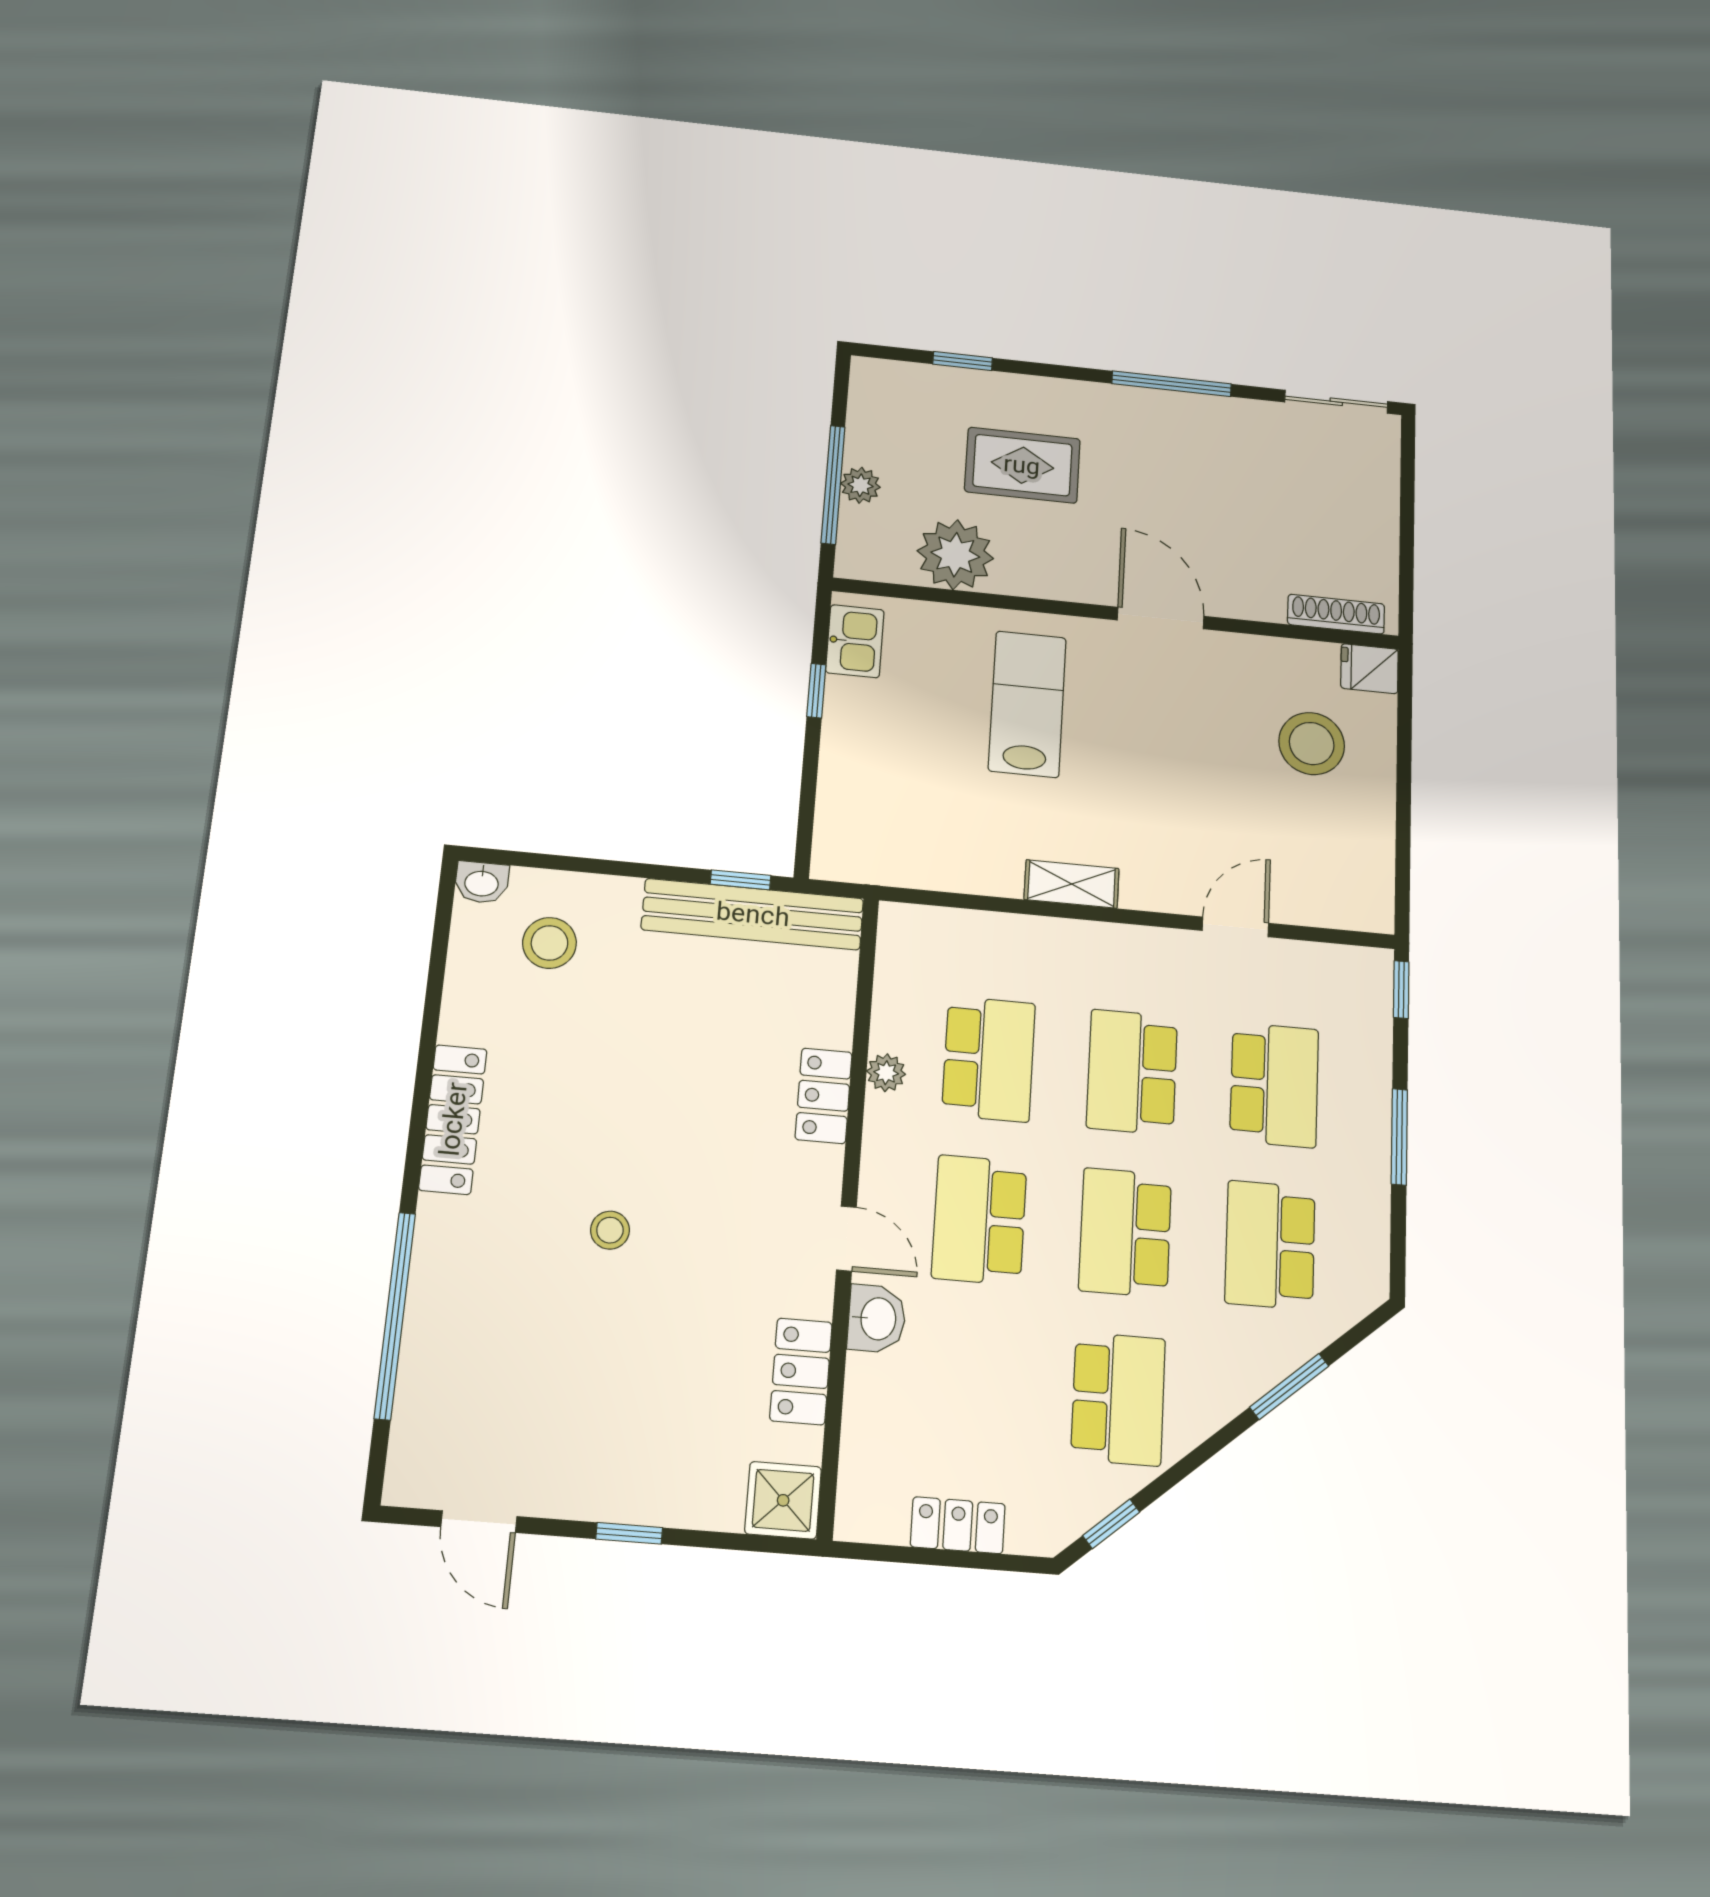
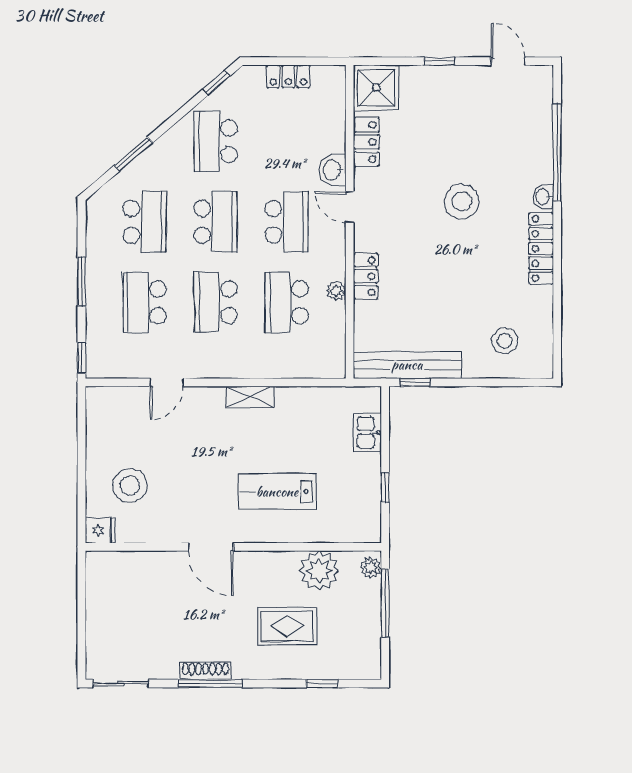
plant: (860, 485) -> (371, 568), moved
shoe rack: (1336, 614) -> (205, 671), moved, turned 180
kitchen sink: (855, 641) -> (368, 432), moved
lab bench: (1027, 704) -> (277, 492), turned 90
washbasin: (482, 882) -> (543, 197), moved, turned -90
school desk: (1132, 1072) -> (216, 302), turned 180
stool: (610, 1230) -> (462, 201), width x1.89, depth x1.89
shower: (783, 1500) -> (376, 88), width x1.36, depth x1.36

